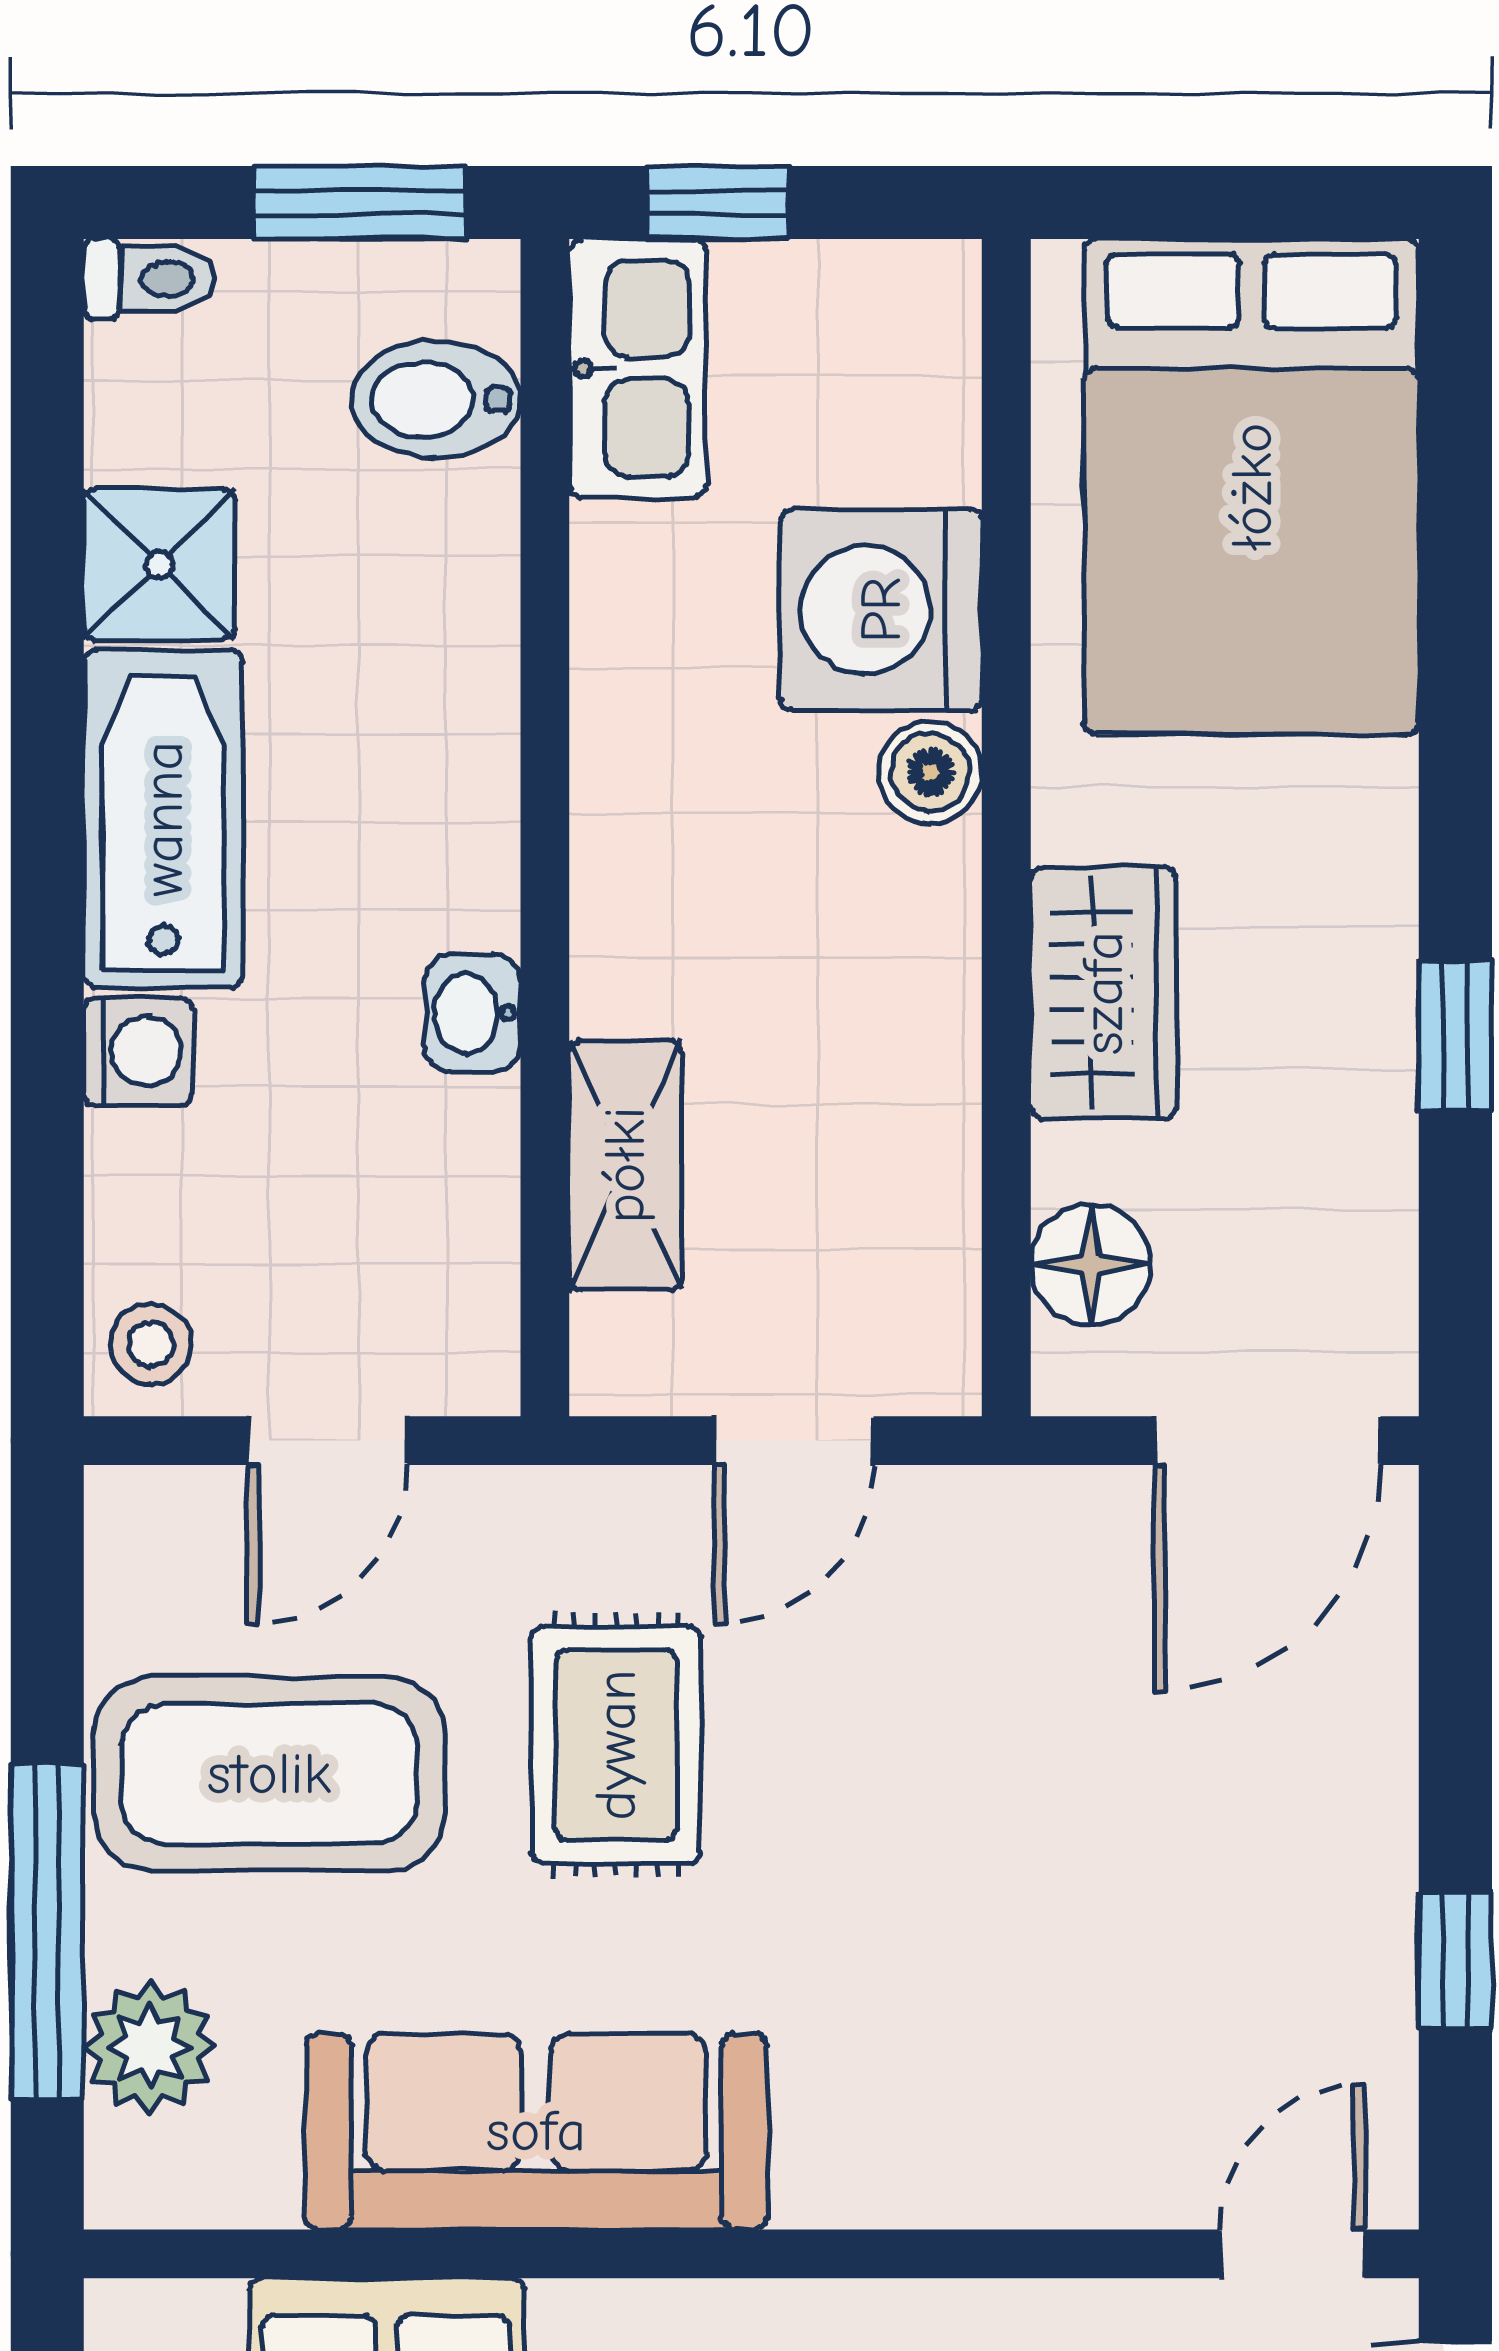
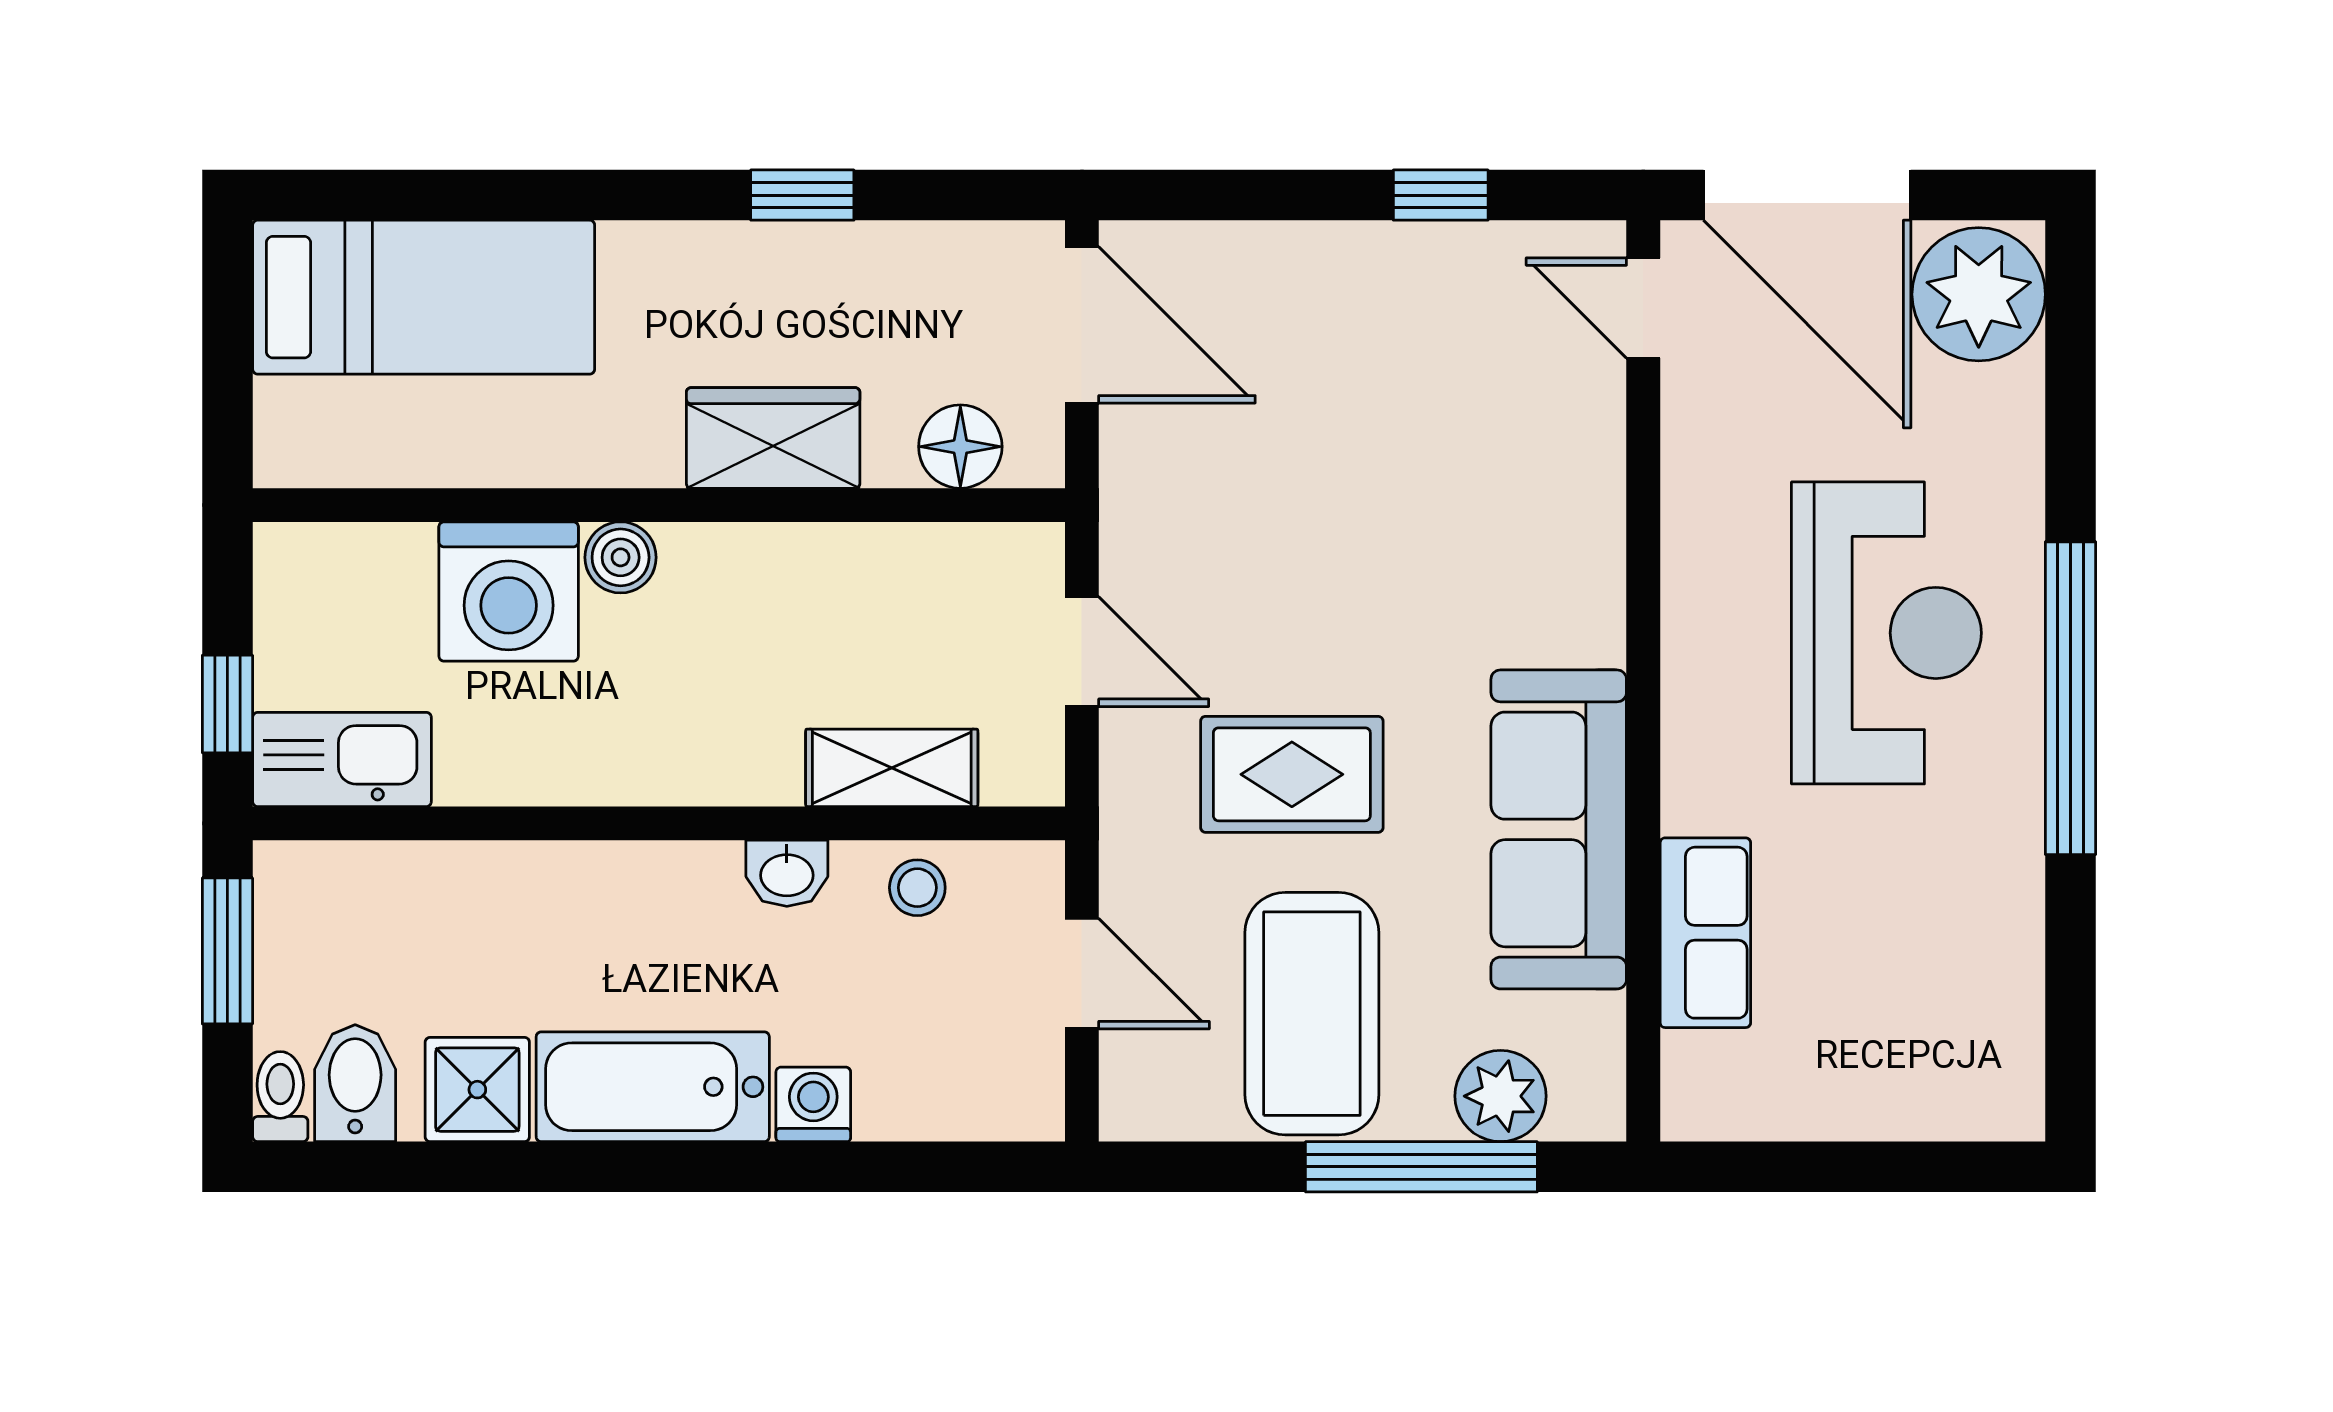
bidet: (436, 400) -> (355, 1083), moved, turned 180
bed: (1252, 487) -> (424, 297), width x0.67
stool: (151, 1344) -> (917, 888), moved

